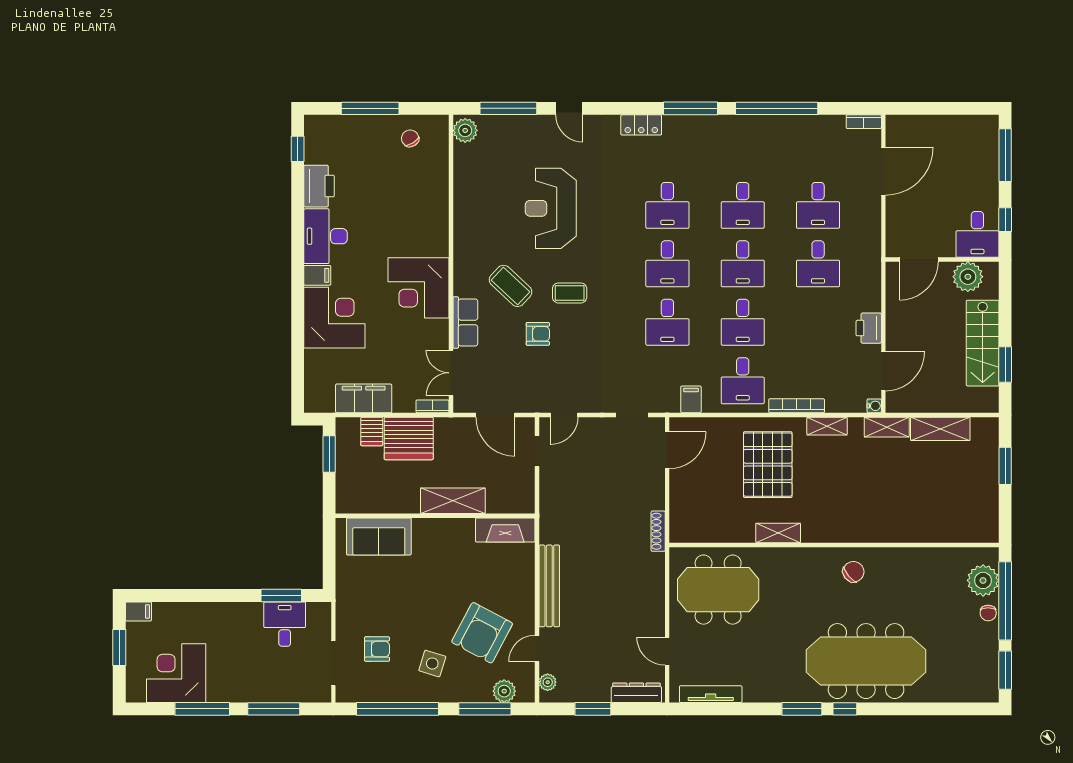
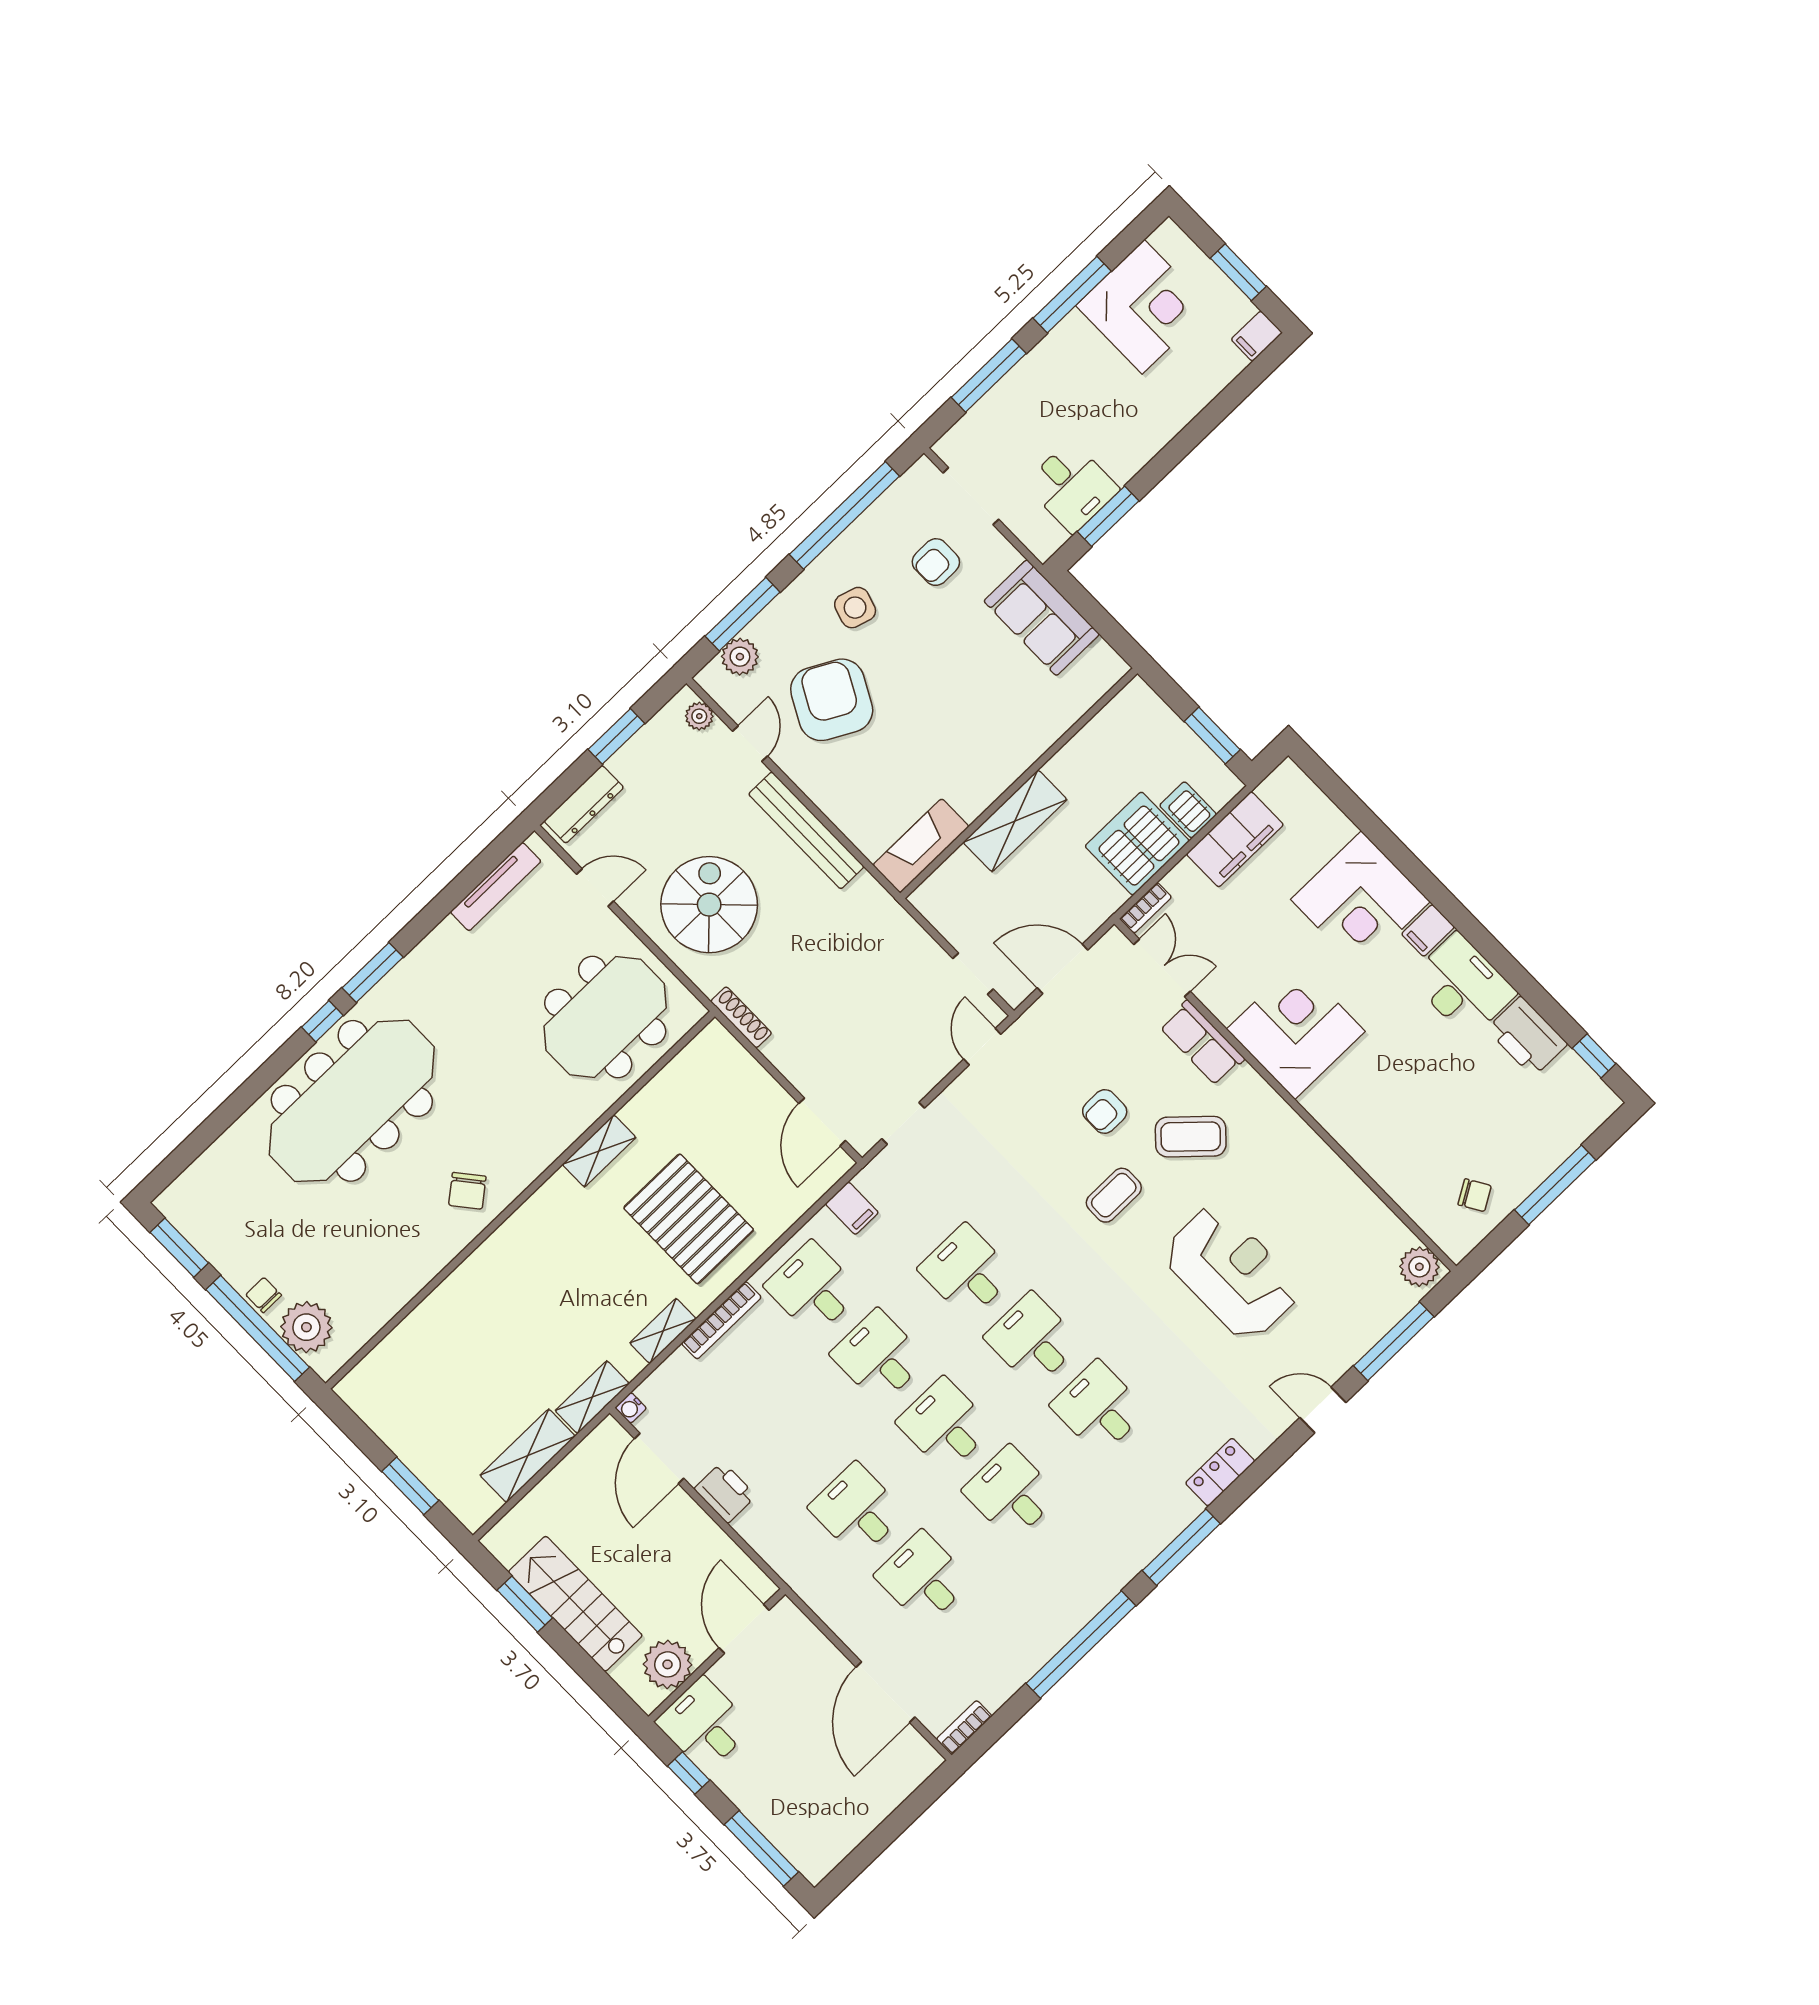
sofa: (379, 536) -> (1042, 618), moved, turned -90
spiral stairs: (624, 595) -> (709, 905), added

